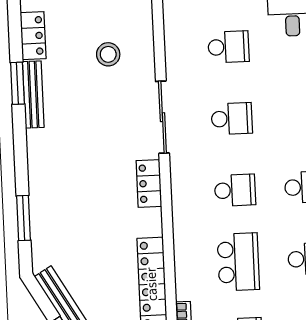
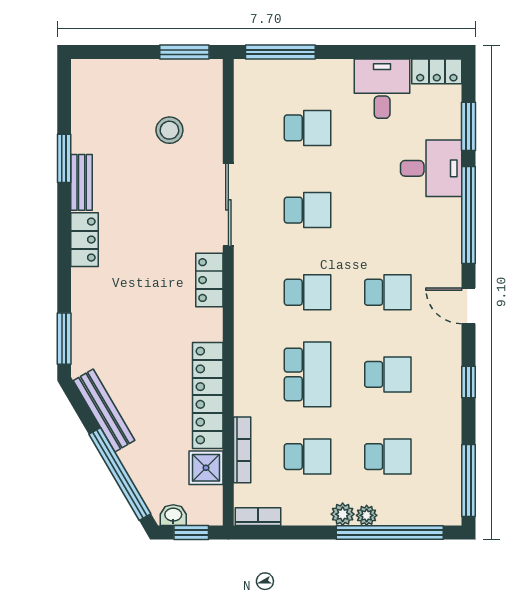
locker: (33, 36) -> (85, 240), moved
bench: (33, 95) -> (82, 182), width x0.73
window: (24, 218) -> (64, 339), moved

